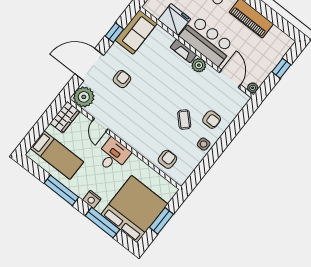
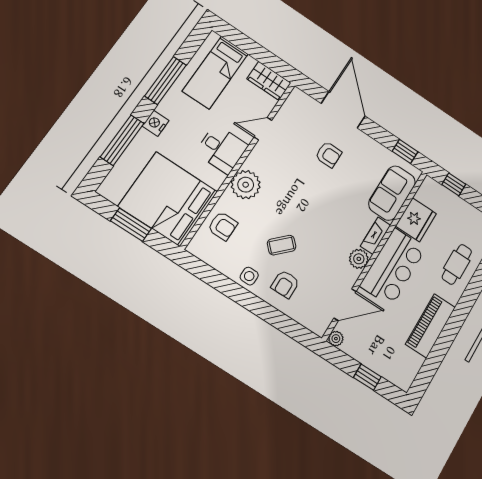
sofa: (136, 32) -> (392, 193), moved, turned 90
window: (114, 33) -> (405, 151), moved
plant: (84, 97) -> (246, 185), moved
bed: (134, 209) -> (168, 199), moved, turned 180

